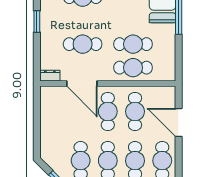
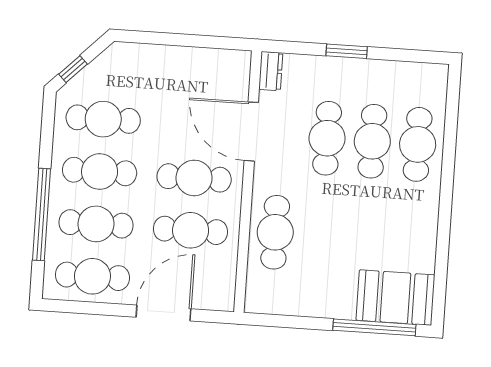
window: (37, 22) -> (347, 51), moved
cafe table: (133, 44) -> (372, 141), moved
door: (82, 84) -> (251, 132), hinge flipped

